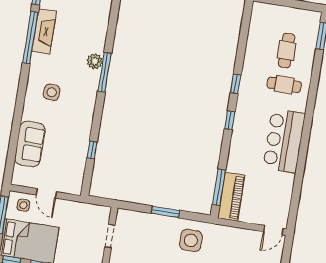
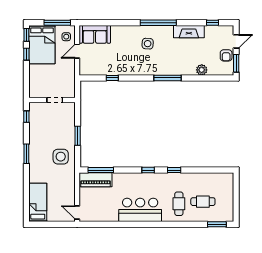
window: (30, 38) -> (158, 23), moved
plant: (95, 61) -> (202, 70), moved
sofa: (30, 144) -> (95, 34), moved

